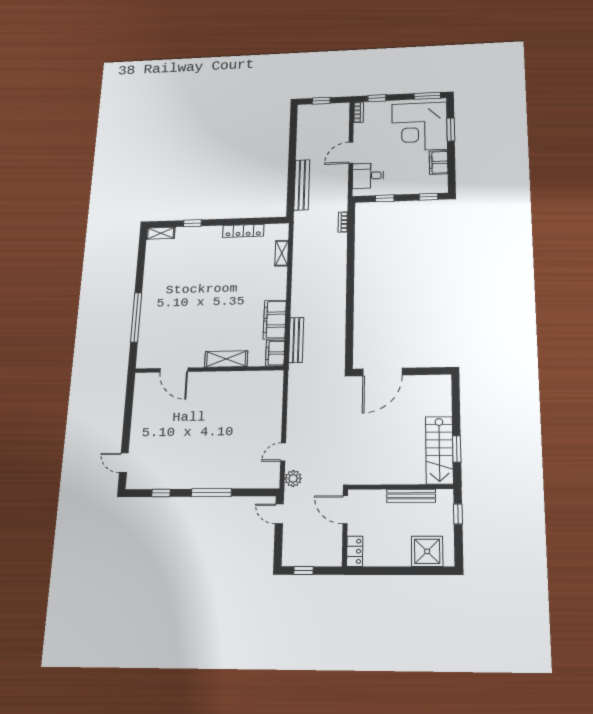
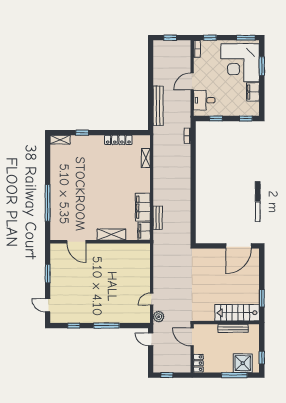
bench: (296, 340) -> (158, 218), width x0.73
door: (382, 372) -> (238, 246), moved
window: (128, 416) -> (48, 274), added
stairs: (439, 450) -> (237, 313), moved, turned 90
window: (458, 514) -> (262, 358), moved
window: (413, 571) -> (234, 375), added

